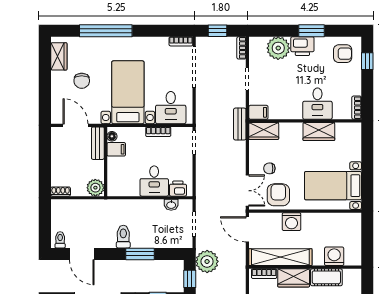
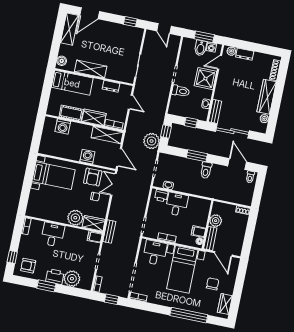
wardrobe: (319, 131) -> (56, 215), removed
plant: (291, 133) -> (75, 218), added
plant: (95, 188) -> (216, 221), moved
shelving: (280, 257) -> (107, 135), width x0.68

